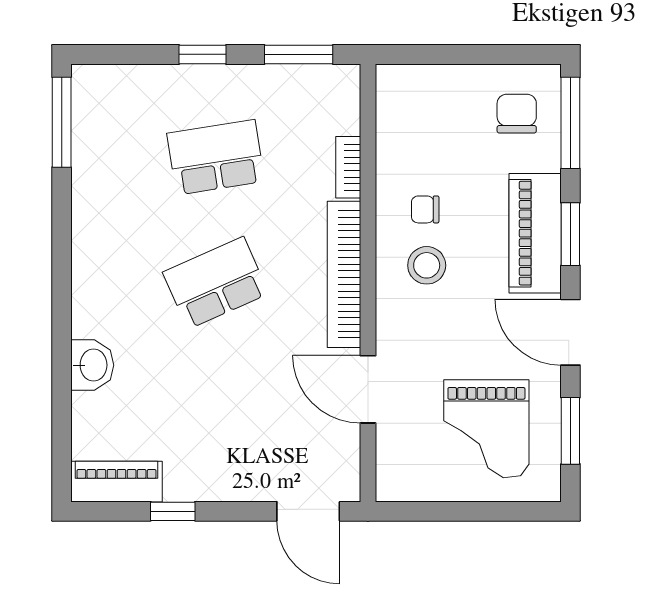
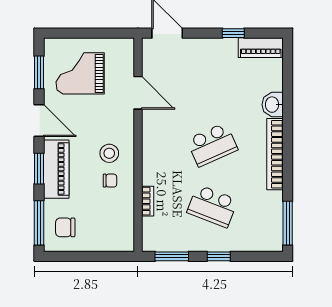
chair: (517, 114) -> (65, 227), turned 90
school desk: (216, 157) -> (212, 206), turned 30
bookcase: (344, 274) -> (275, 154), moved, turned 180
grand piano: (486, 429) -> (80, 73), turned -90

